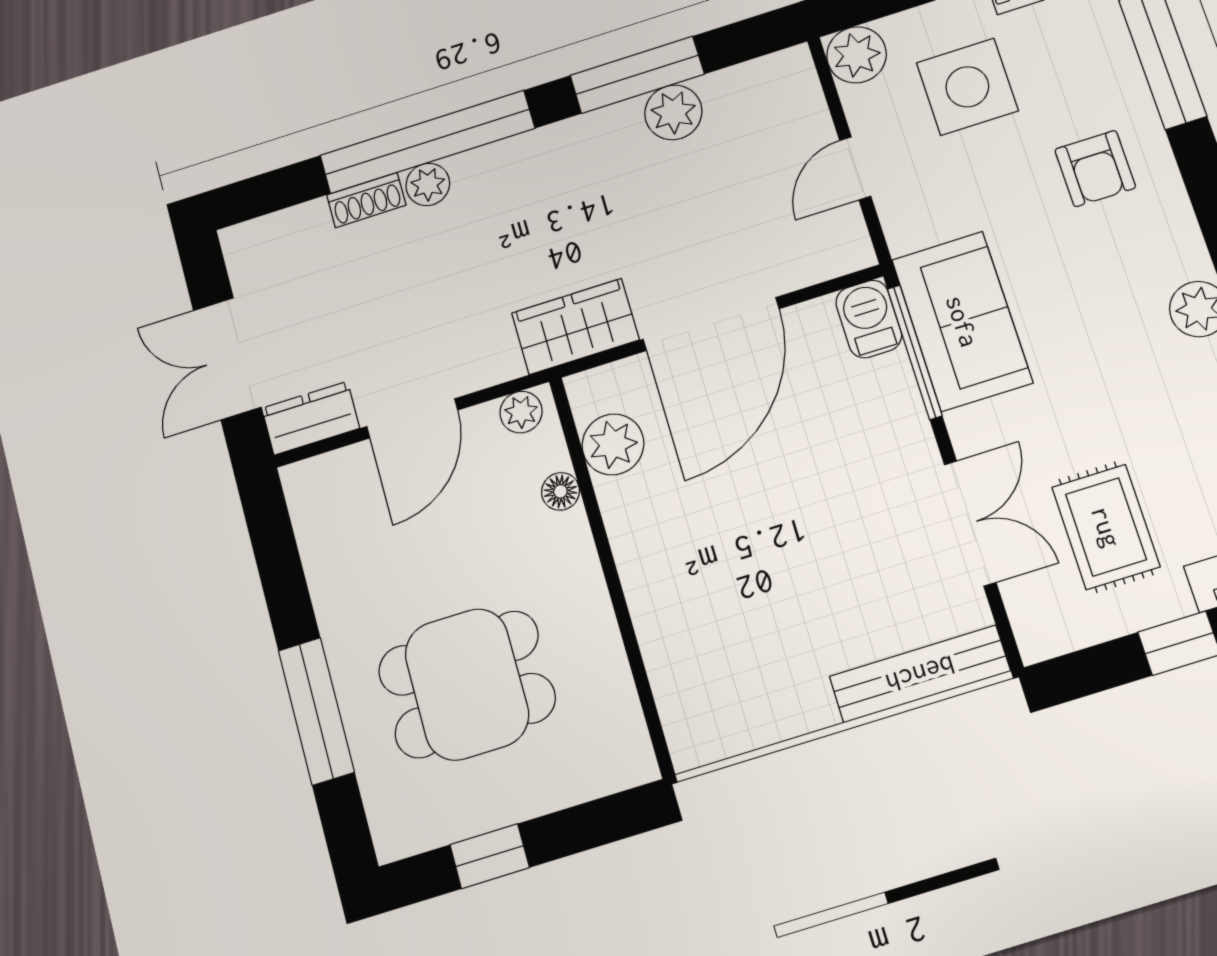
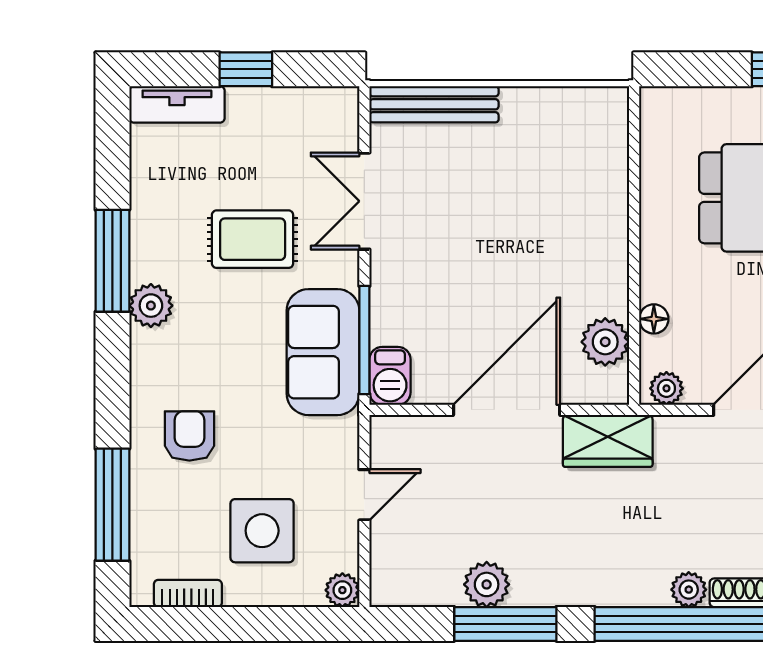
plant: (857, 55) -> (342, 590), width x0.73, depth x0.73
rug: (1106, 527) -> (253, 239), moved, turned 90

